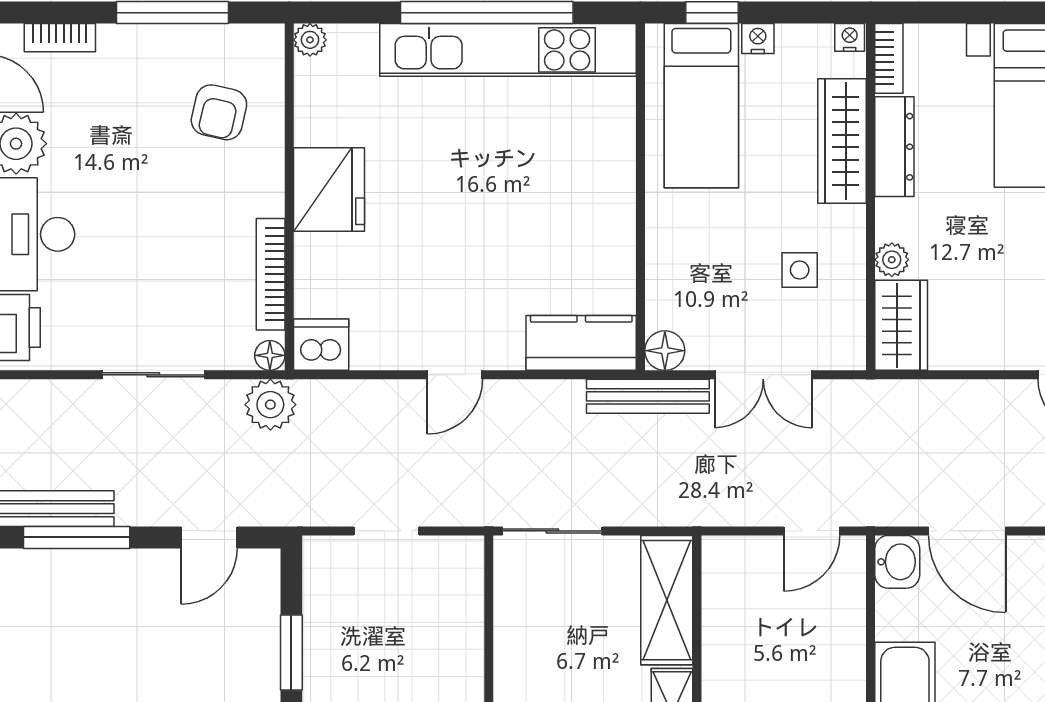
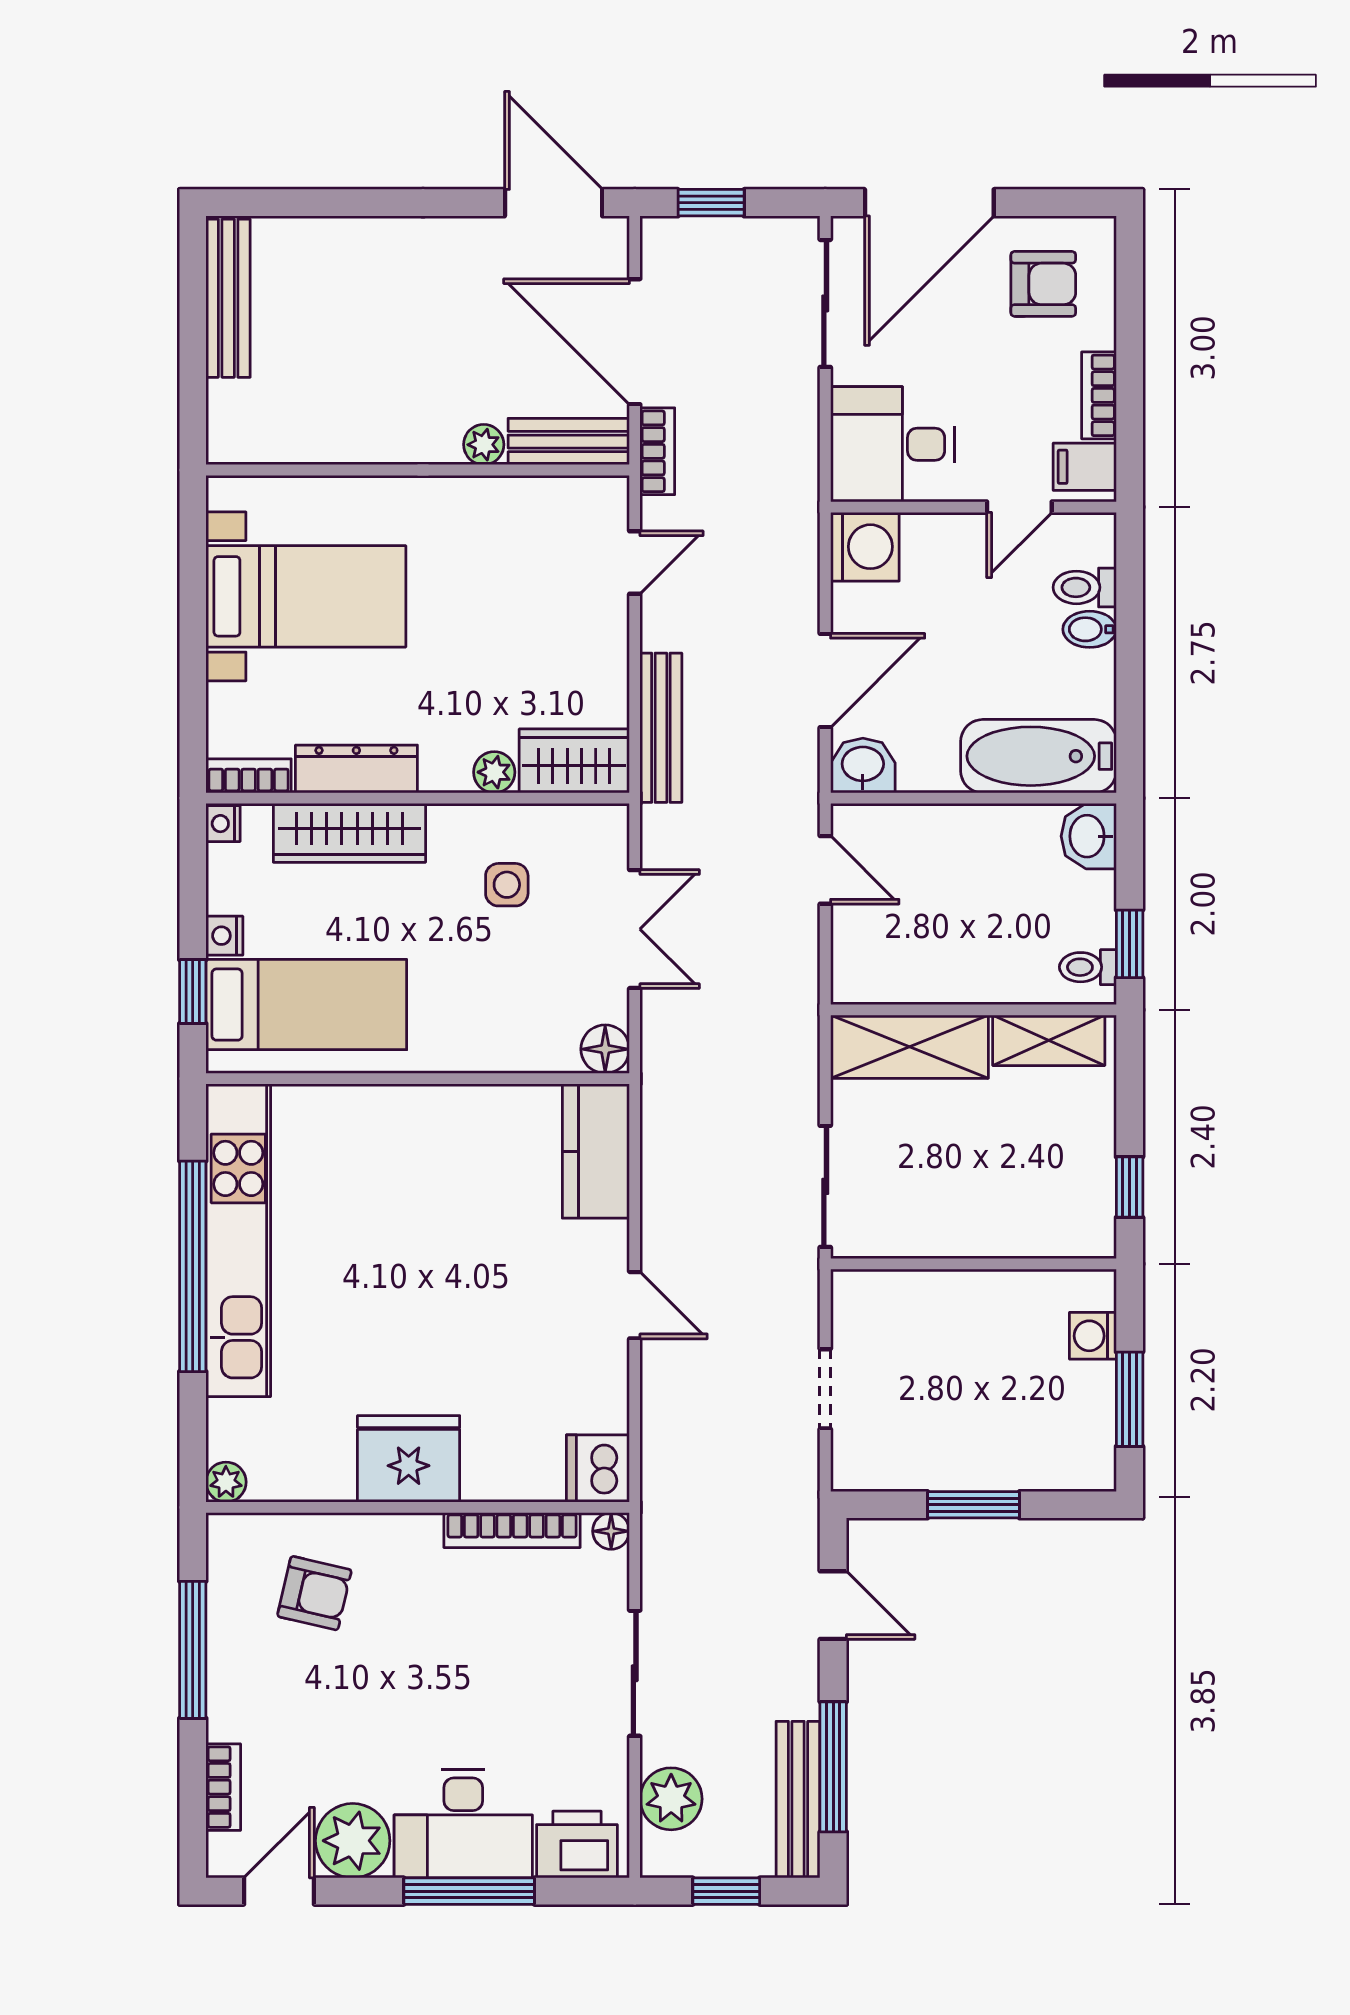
bench: (648, 396) -> (661, 728), moved
plant: (270, 405) -> (671, 1799), moved

